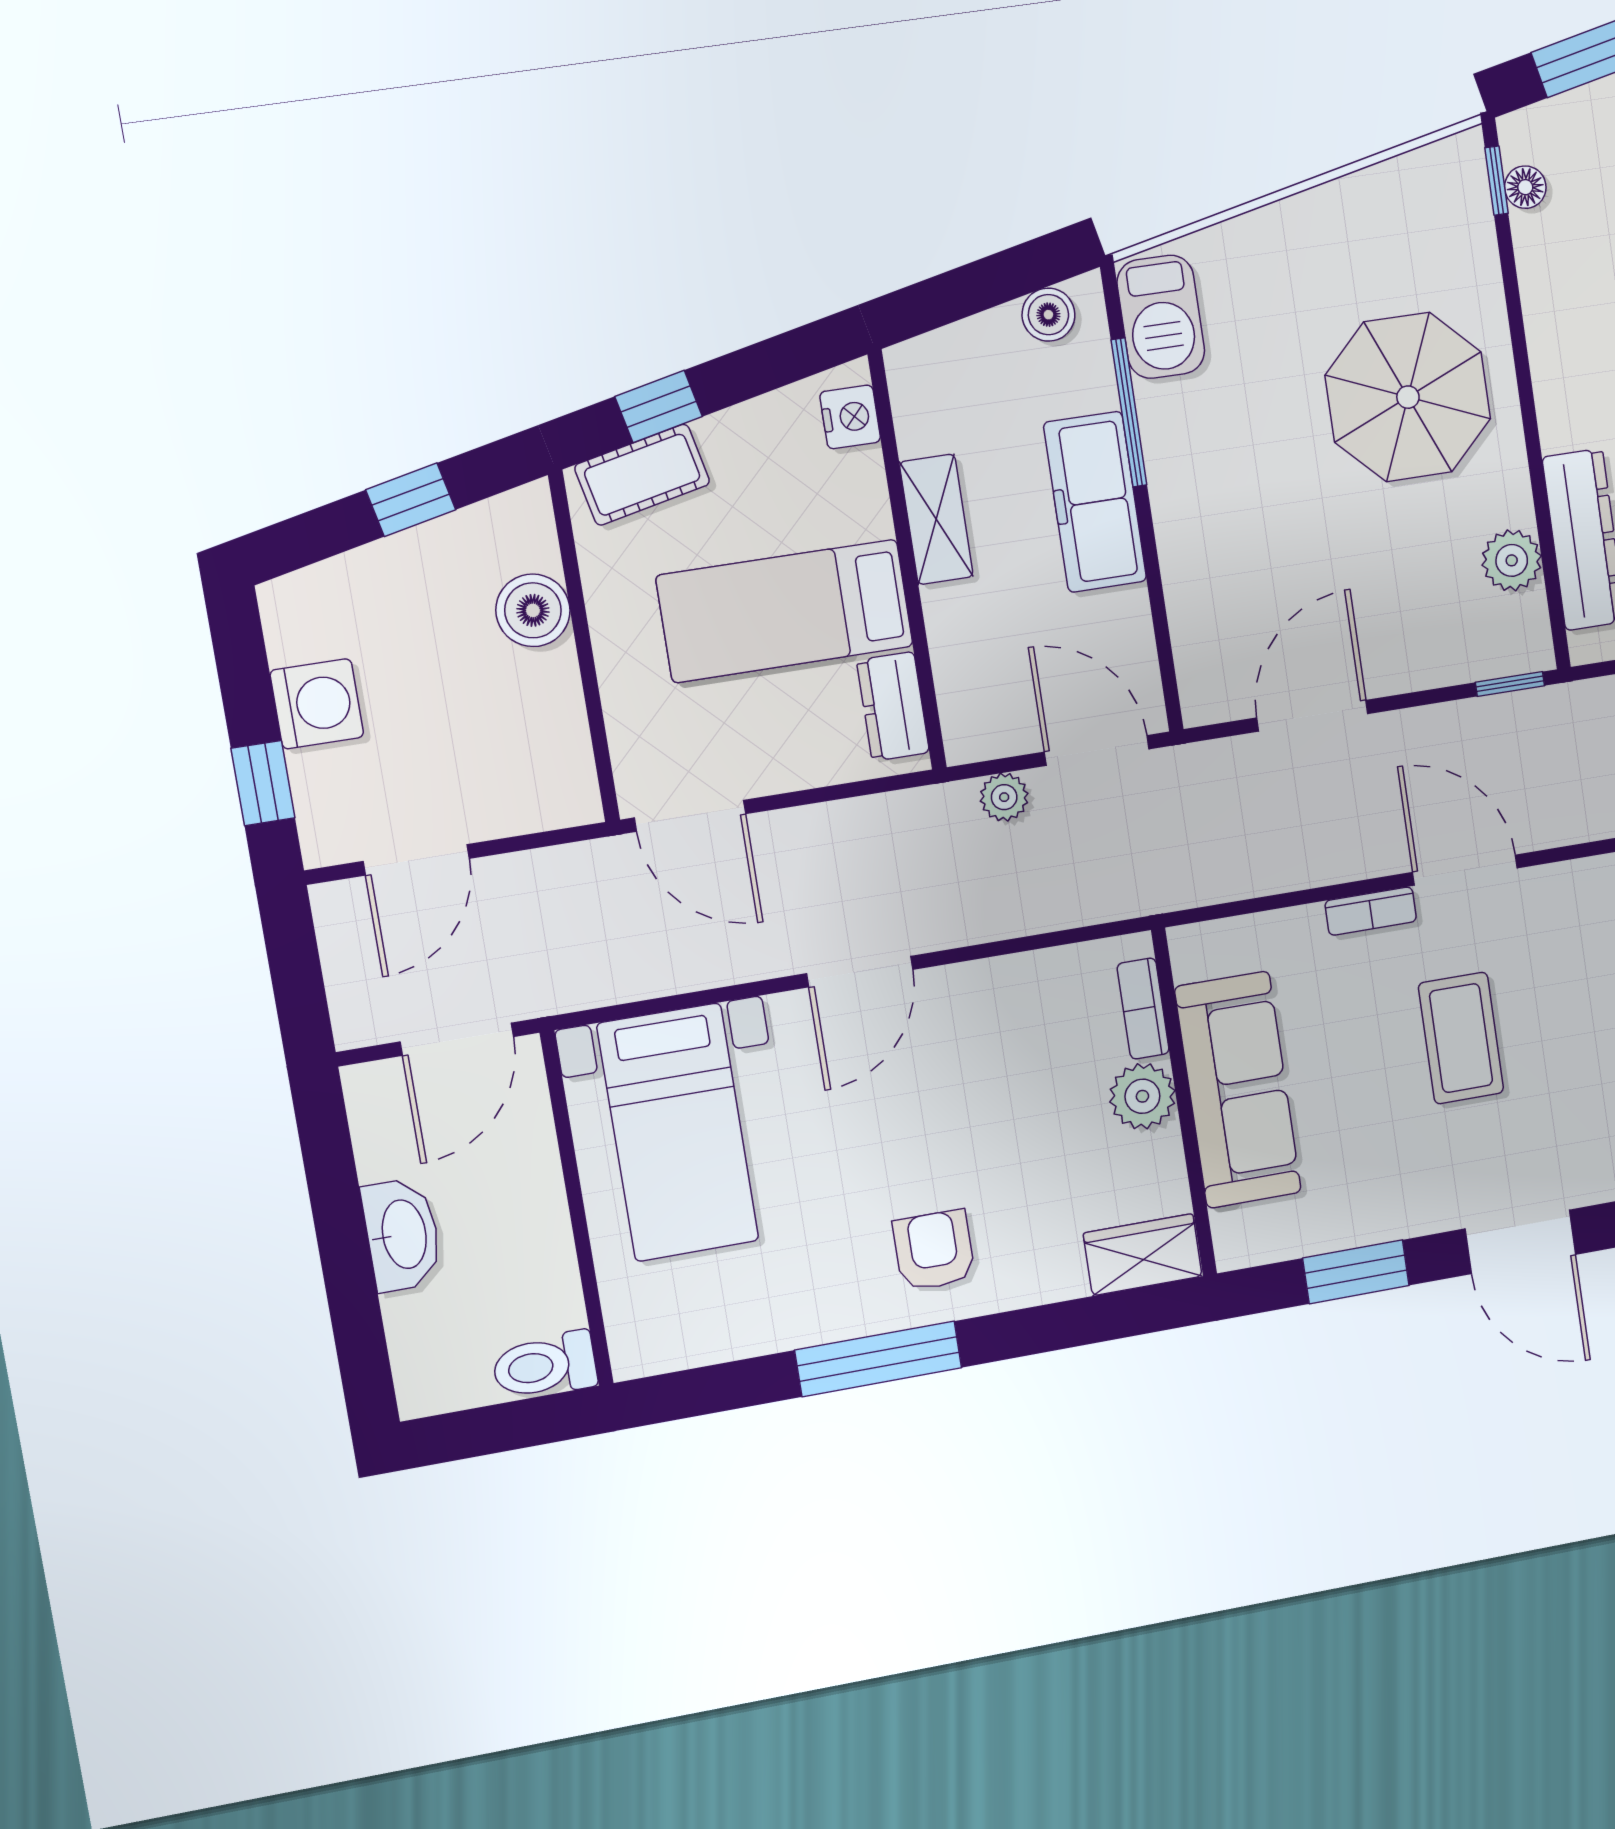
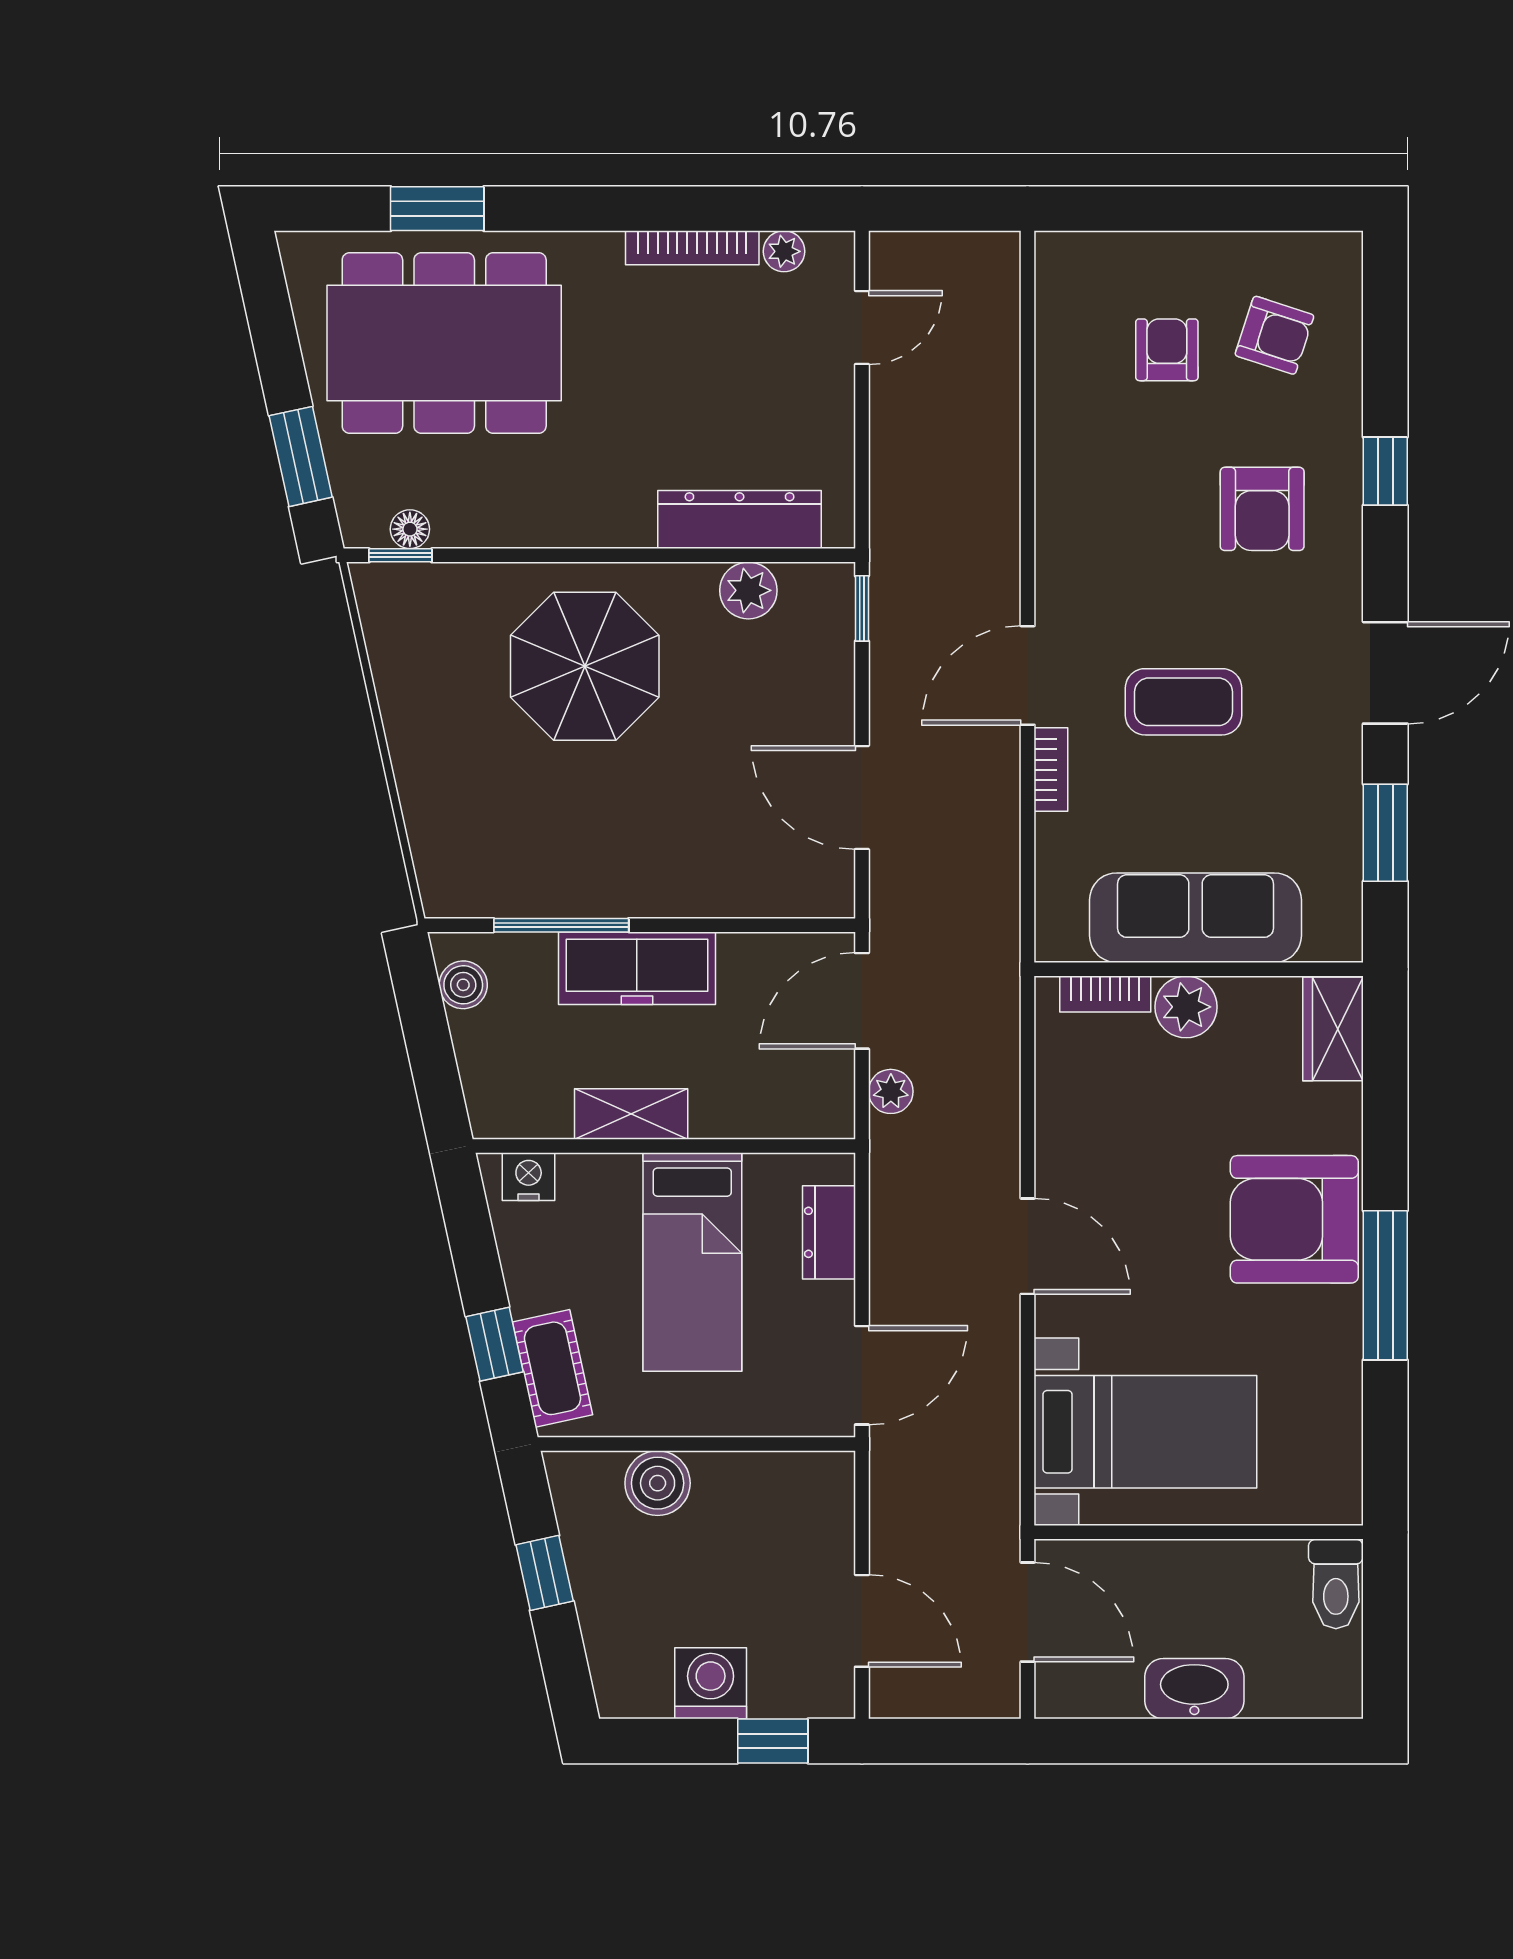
barbecue: (1161, 317) -> (480, 883), removed
dresser: (893, 706) -> (829, 1232), moved, turned 90
armchair: (934, 1250) -> (1294, 1219), width x1.88, depth x1.88

